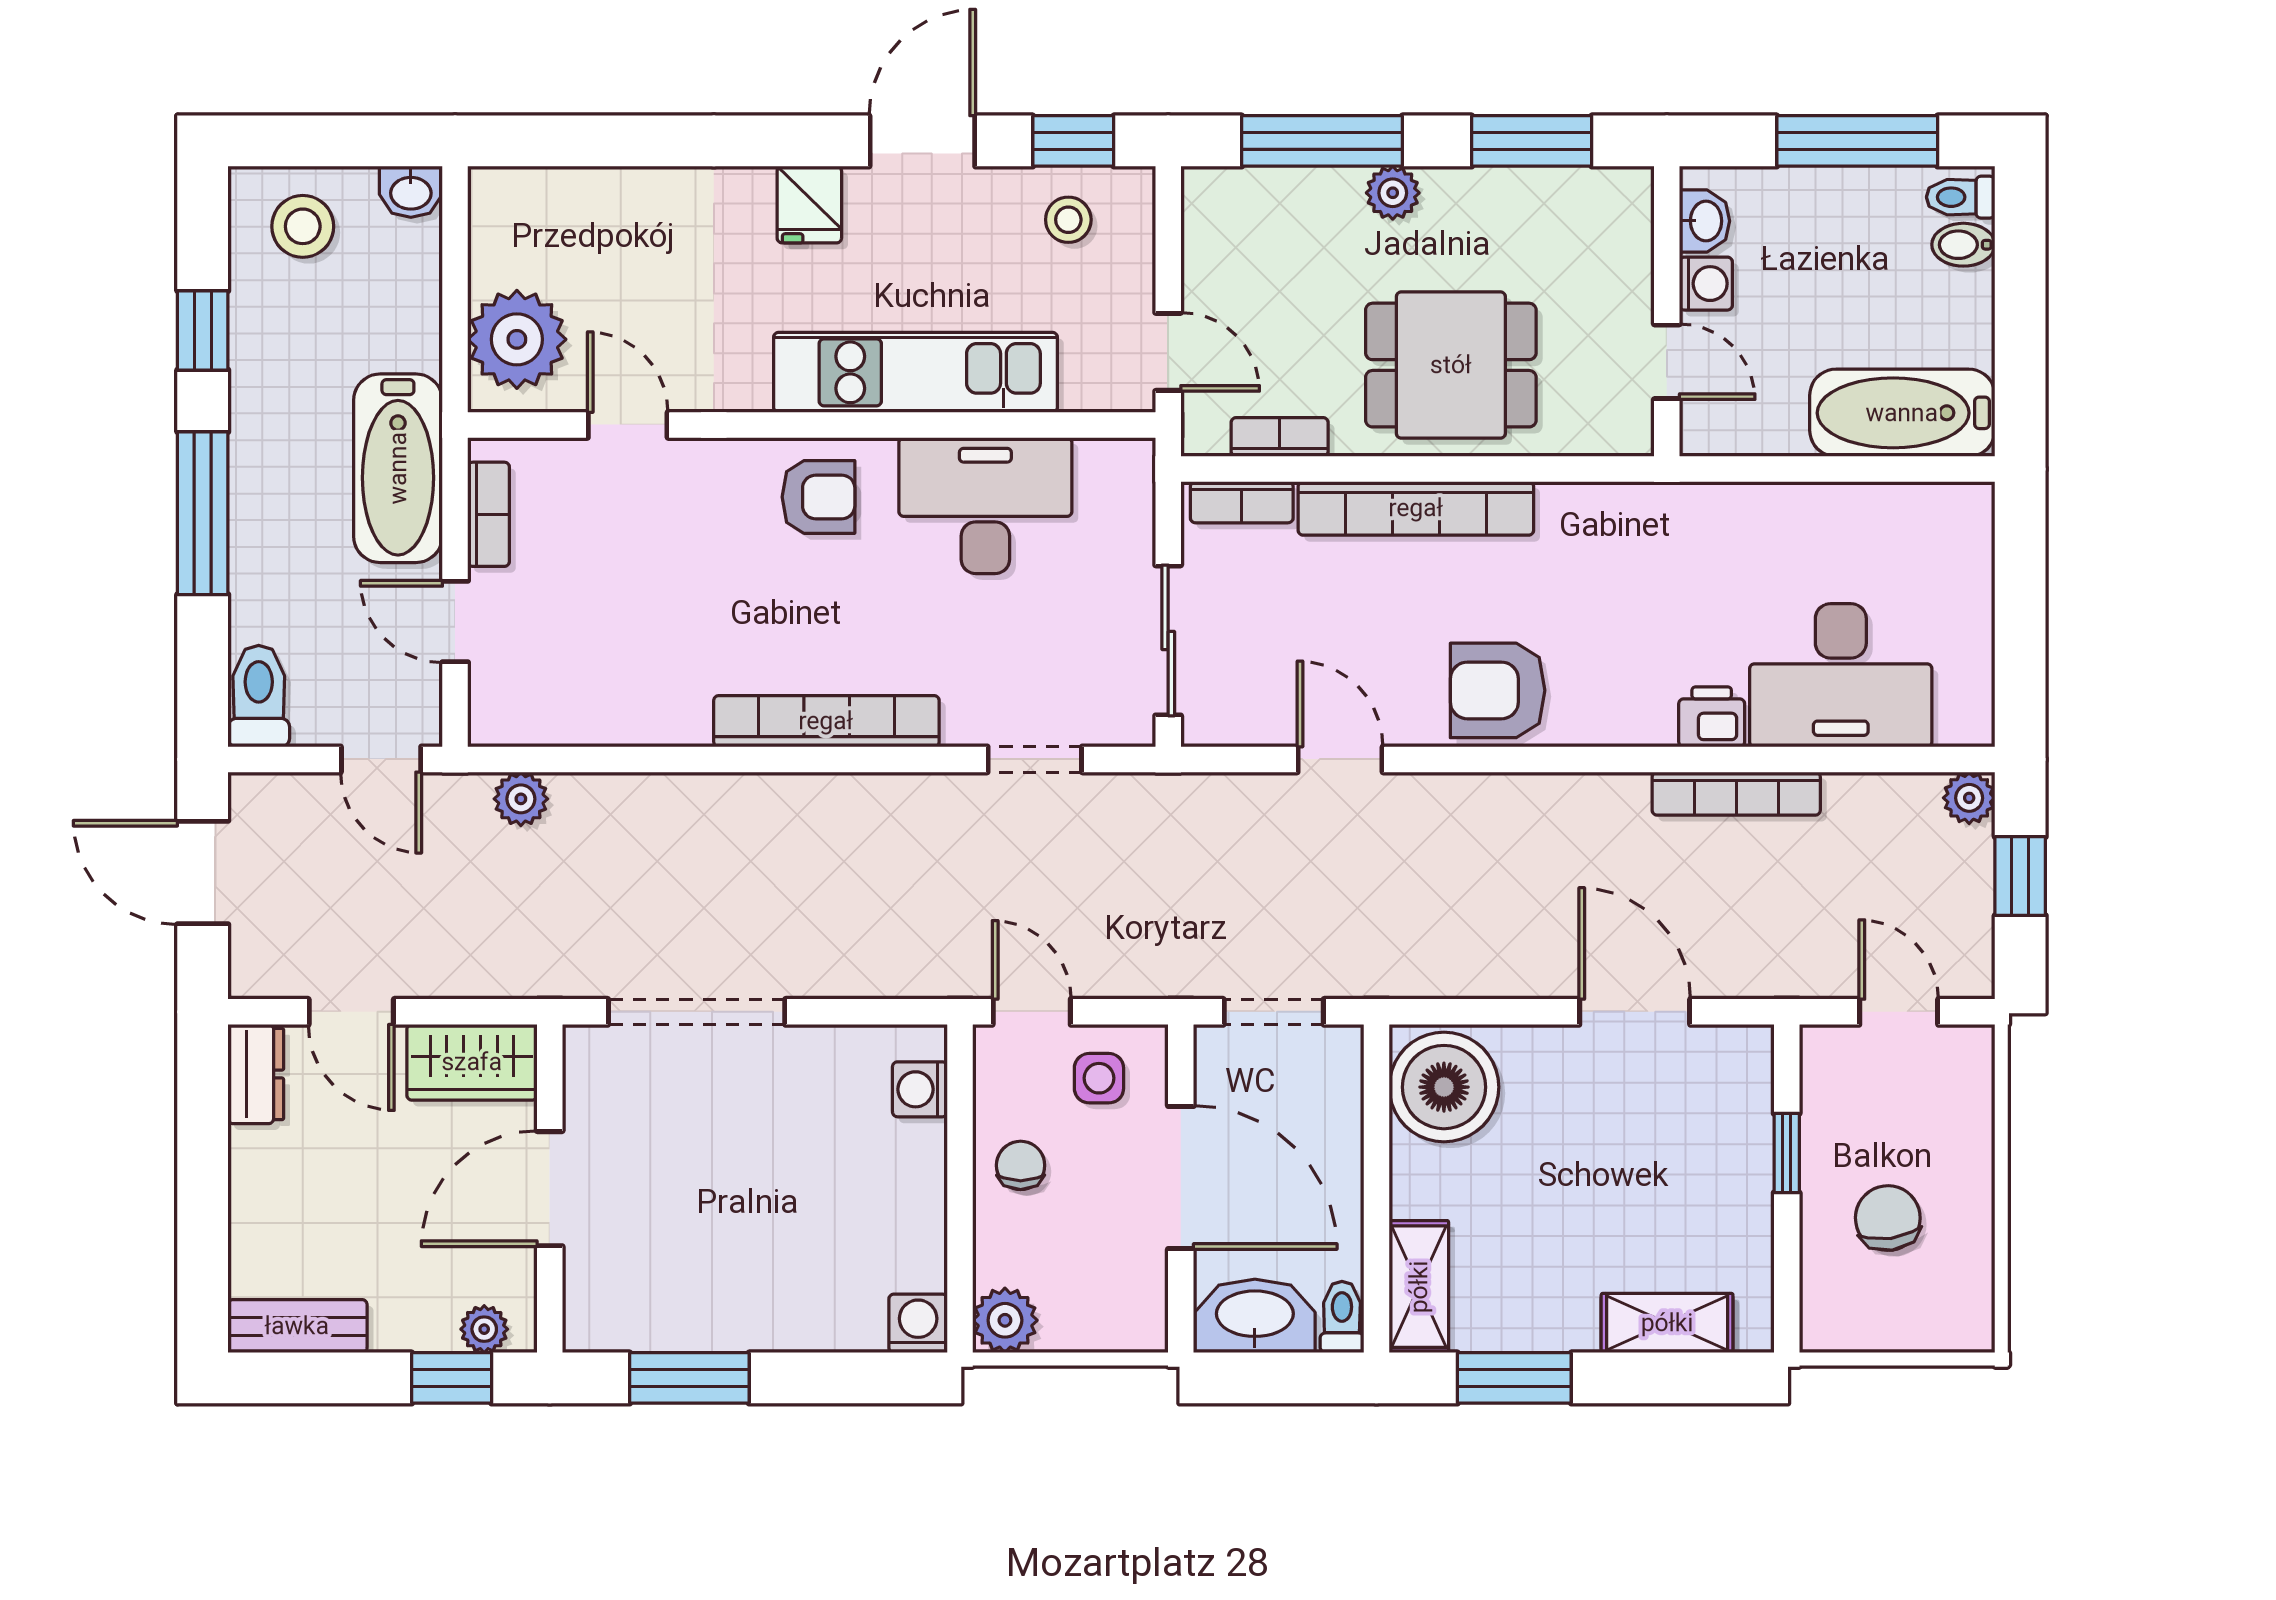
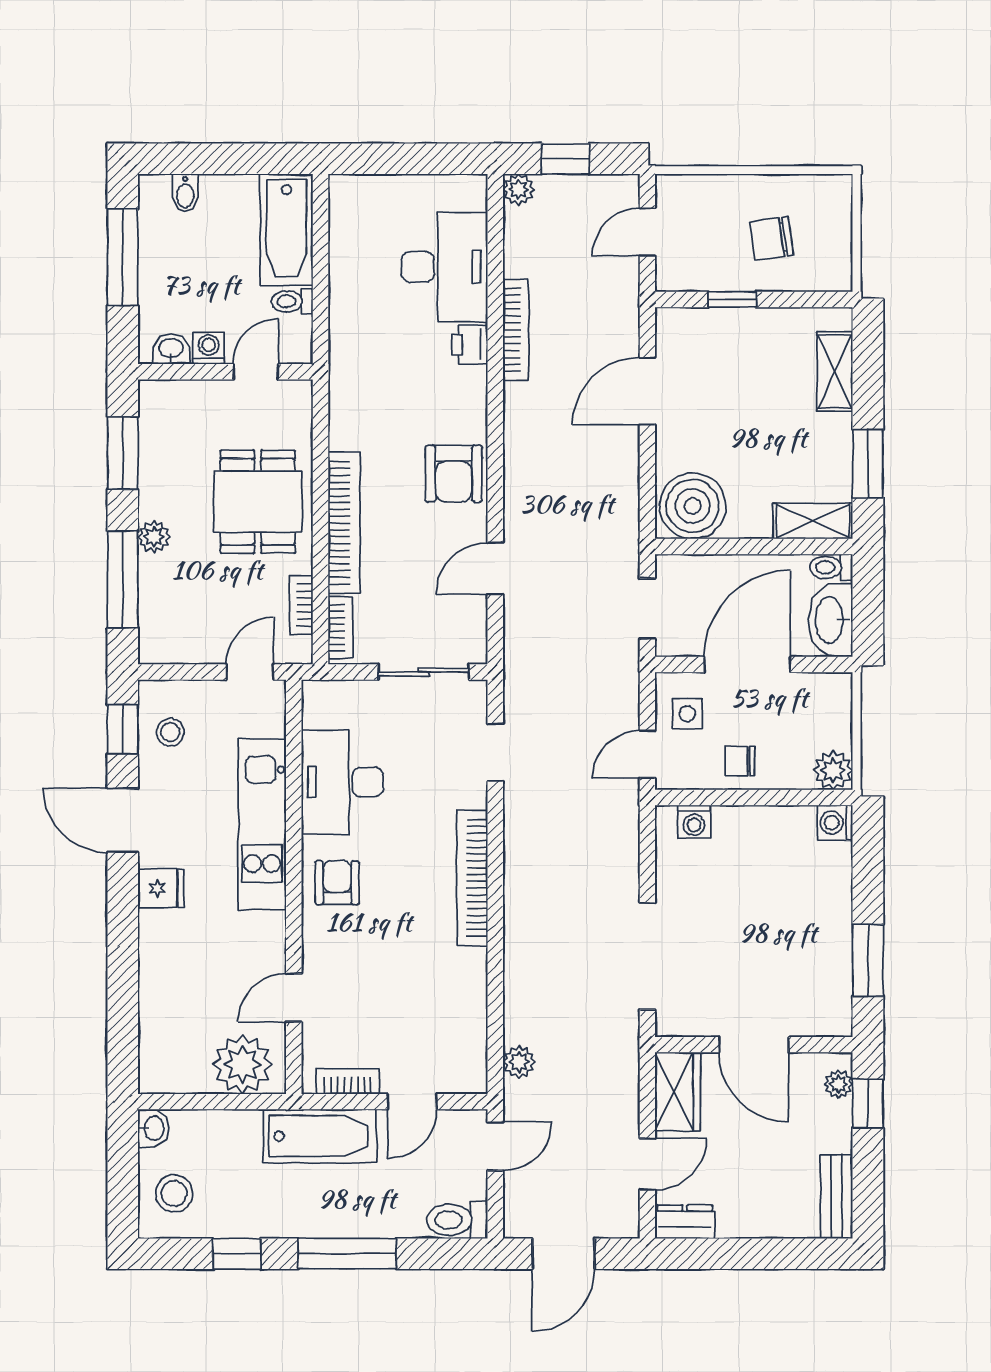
toilet: (1961, 197) -> (292, 301), moved, turned 90

